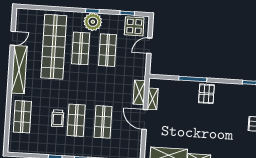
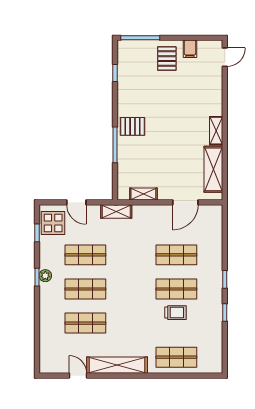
plant: (93, 22) -> (45, 276), width x0.53, depth x0.53
shop shelf: (54, 47) -> (85, 323), width x0.50, depth x0.74
shelving: (139, 92) -> (116, 211), moved
door: (145, 119) -> (185, 202), moved

